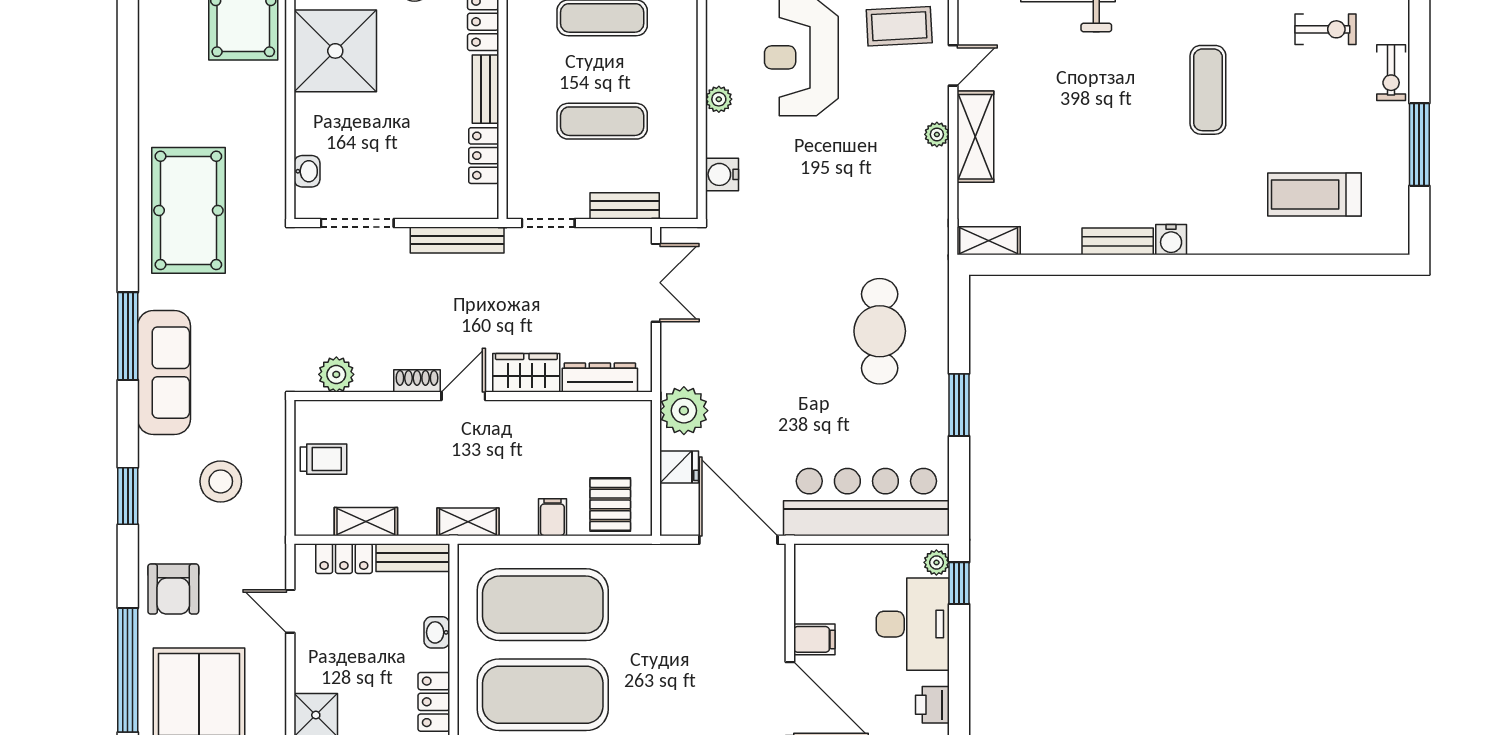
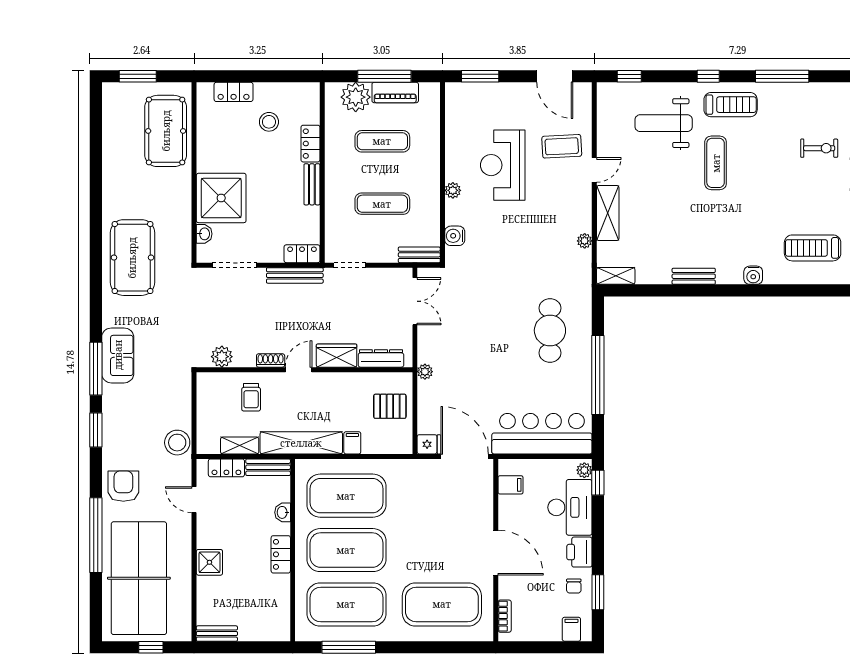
shower: (335, 51) -> (221, 198), moved
exercise mat: (1208, 90) -> (716, 163), moved
plant: (937, 134) -> (585, 241), moved
locker: (484, 156) -> (302, 254), moved, turned 90
bench: (625, 206) -> (419, 255), moved
water cooler: (1171, 240) -> (753, 275), moved
window: (128, 336) -> (96, 369), moved
sofa: (164, 373) -> (118, 355), width x0.73
window: (959, 405) -> (598, 375), width x2.11
plant: (684, 411) -> (425, 372), width x0.53, depth x0.53
trolley: (323, 459) -> (251, 397), moved, turned 90
fridge: (679, 467) -> (429, 444), moved
stool: (221, 481) -> (177, 443), moved
pallet: (610, 504) -> (390, 406), moved, turned 90
shelving: (468, 522) -> (301, 443), width x2.20, depth x1.33
armchair: (173, 589) -> (123, 486), turned 180
filing cabinet: (814, 639) -> (511, 485), moved
printer: (932, 705) -> (579, 552), width x1.36, depth x1.24

